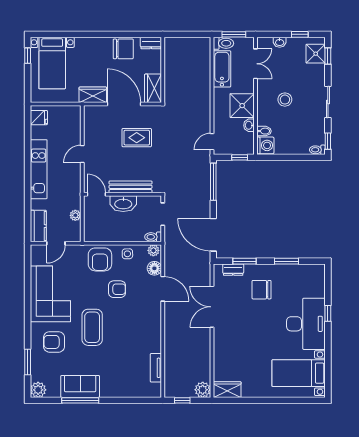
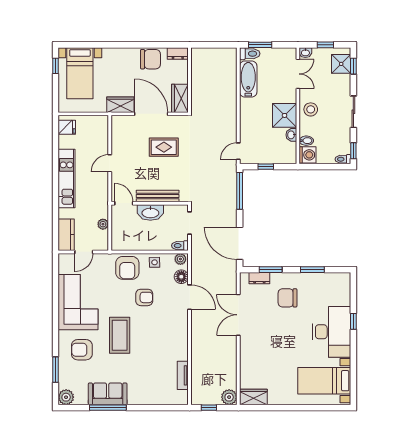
double door: (256, 64) -> (298, 74), moved
wall: (256, 96) -> (298, 106), moved
shower: (242, 106) -> (285, 115), moved
washbasin: (249, 125) -> (291, 135), moved
bidet: (264, 131) -> (306, 141), moved
washing machine: (265, 145) -> (308, 155), moved

